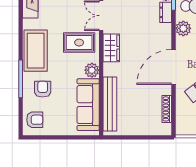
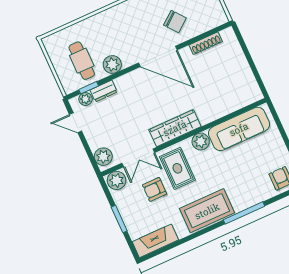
wardrobe: (111, 48) -> (175, 128), width x1.50
armchair: (43, 89) -> (155, 189), moved
bench: (110, 104) -> (228, 106), removed

